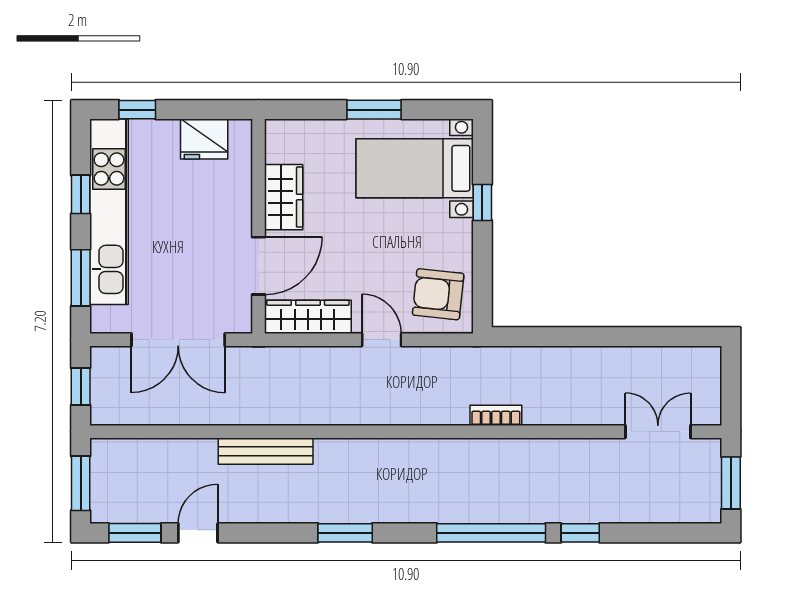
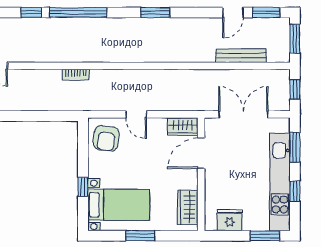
window: (137, 110) -> (265, 236), width x1.50
wardrobe: (284, 197) -> (188, 207), moved
armchair: (438, 294) -> (106, 138), turned 91
wardrobe: (308, 317) -> (183, 126), width x0.67
bench: (266, 451) -> (241, 56), moved

